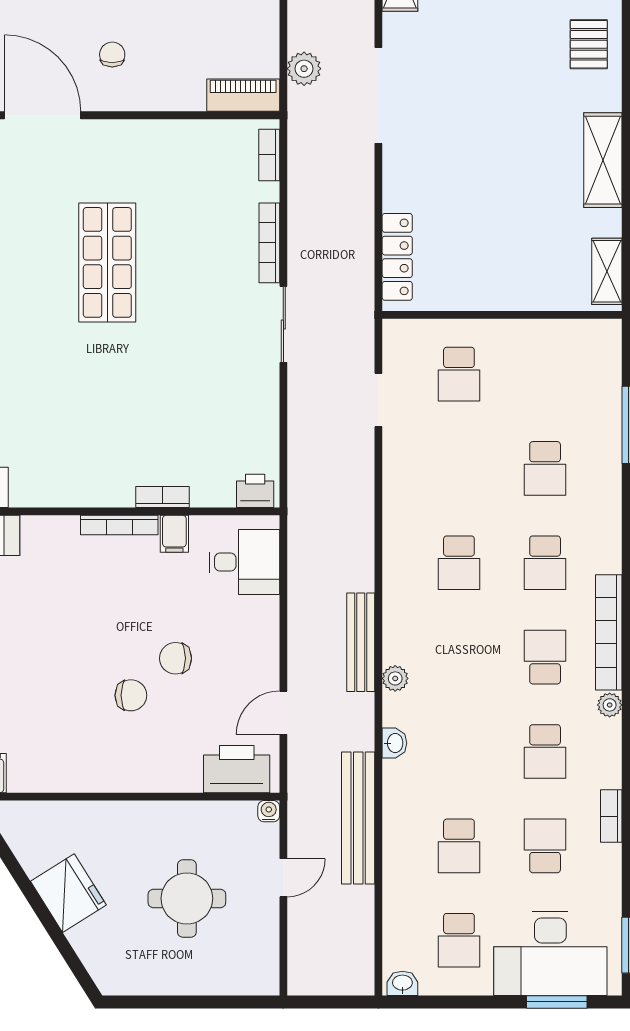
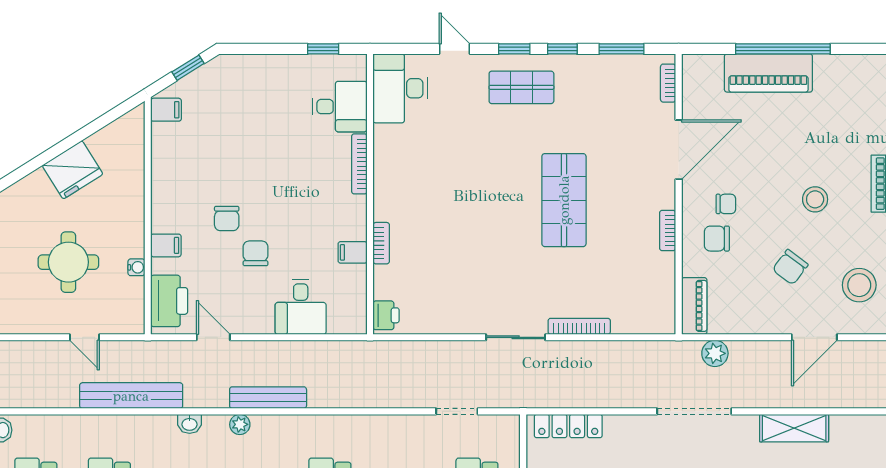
chair: (157, 66) -> (717, 239), added
bookcase: (269, 155) -> (668, 231), moved, turned -90
shop shelf: (107, 262) -> (564, 200), turned 90
bookcase: (119, 525) -> (359, 164), moved
desk: (244, 562) -> (301, 307), moved
filing cabinet: (165, 773) -> (166, 245), added
water cooler: (269, 811) -> (136, 267), moved

